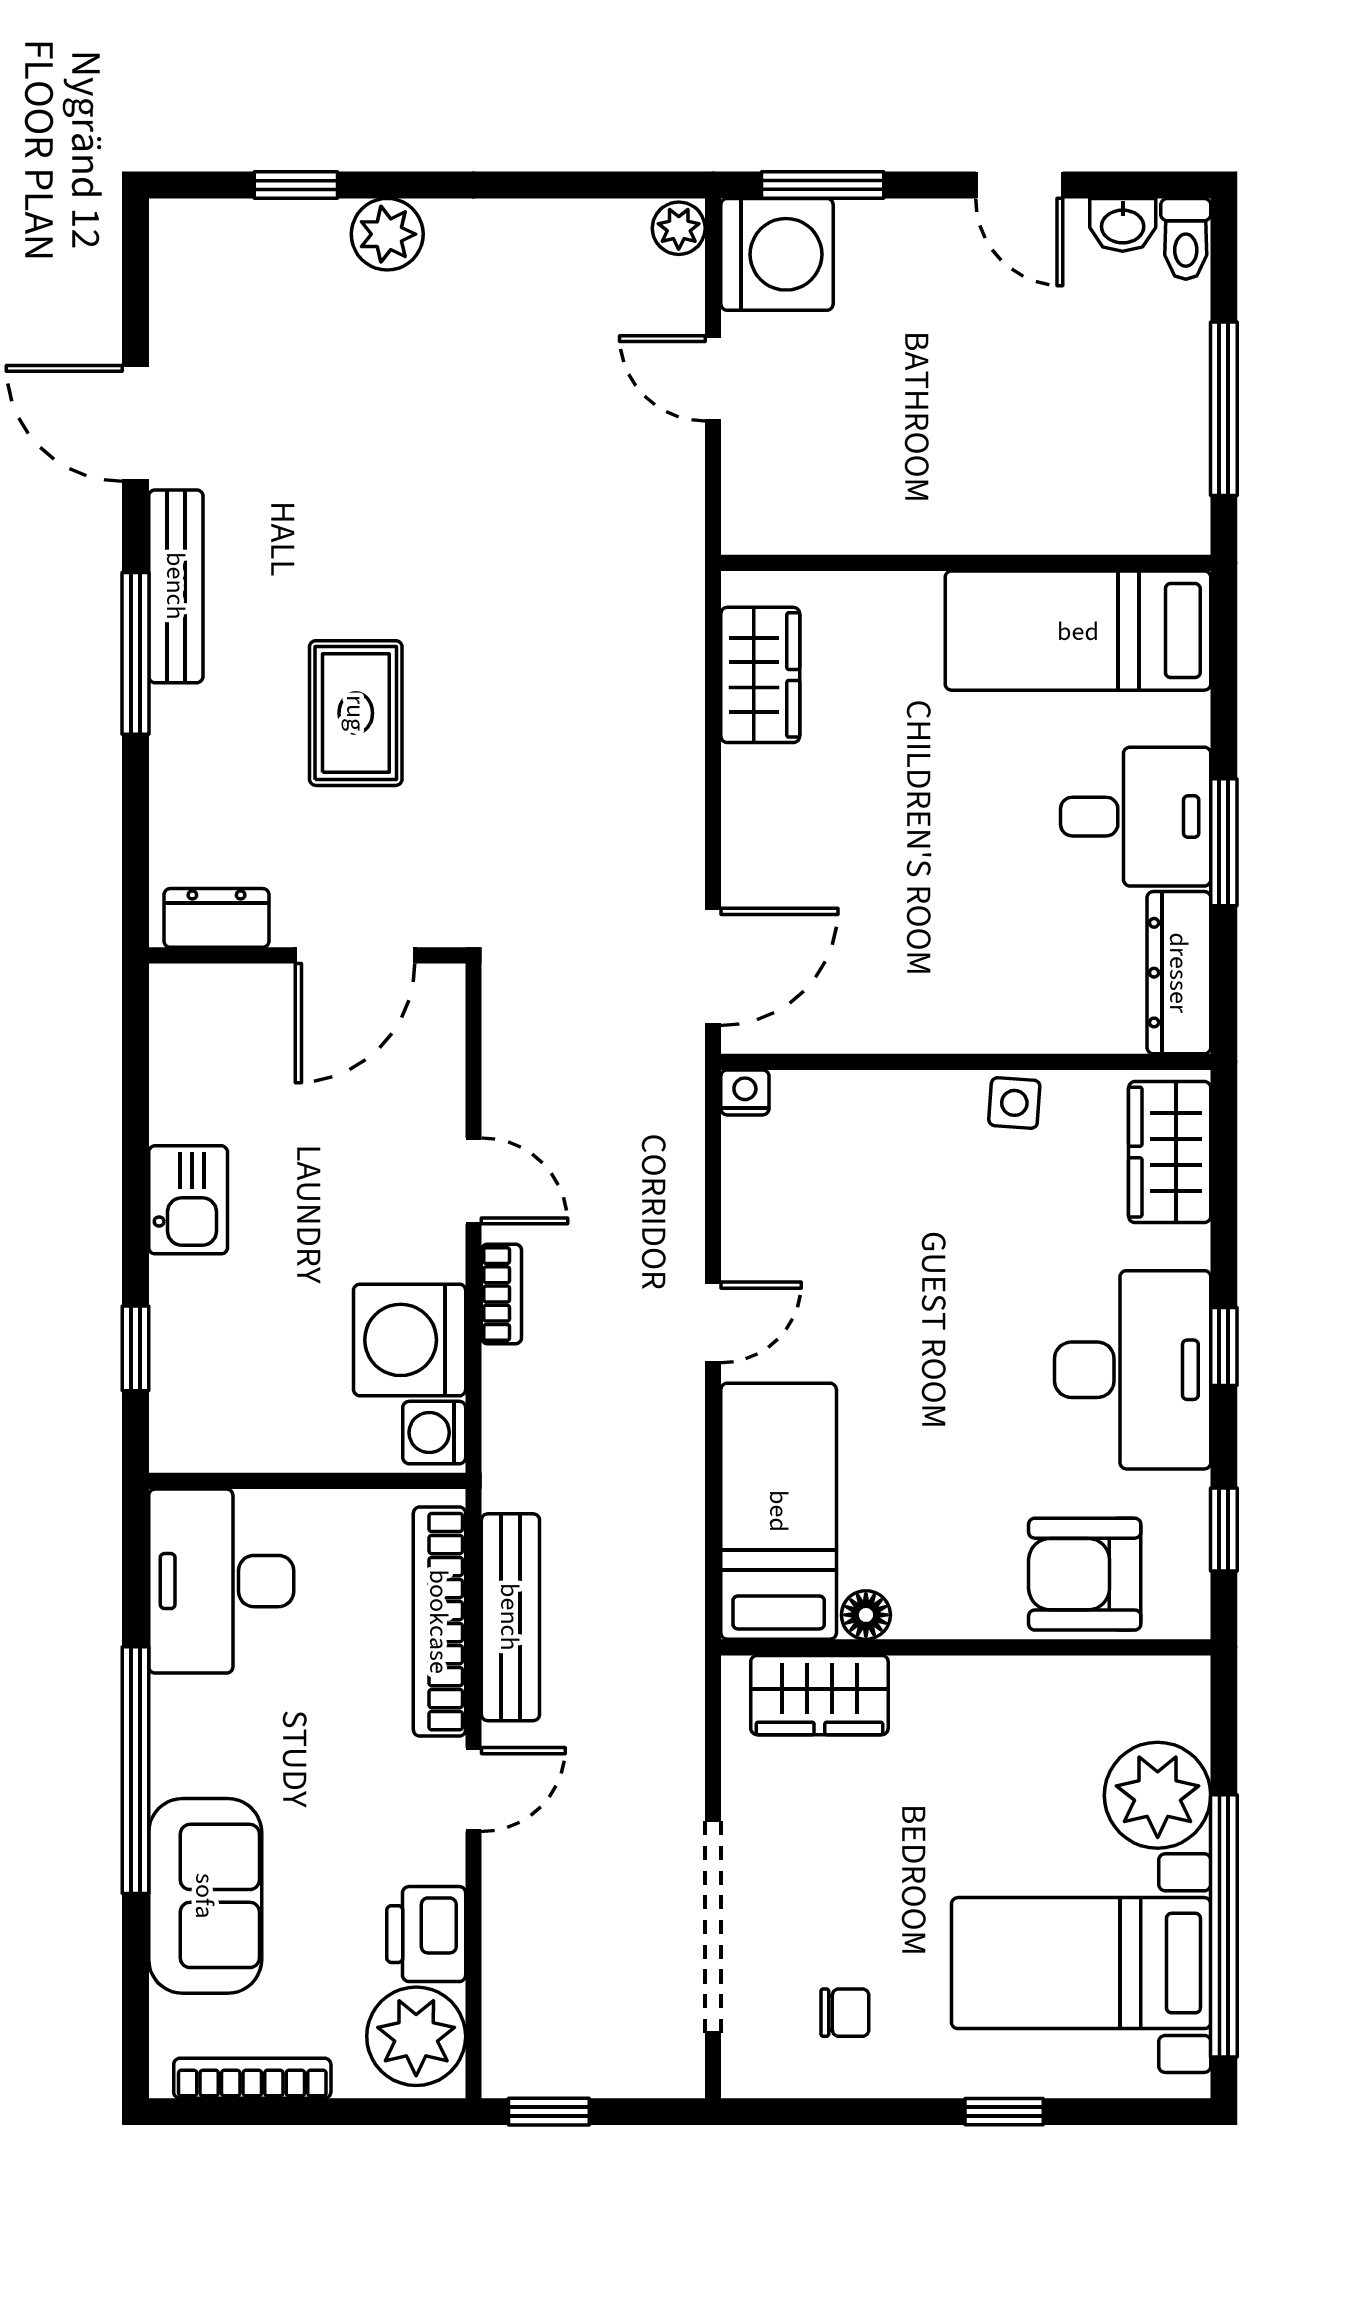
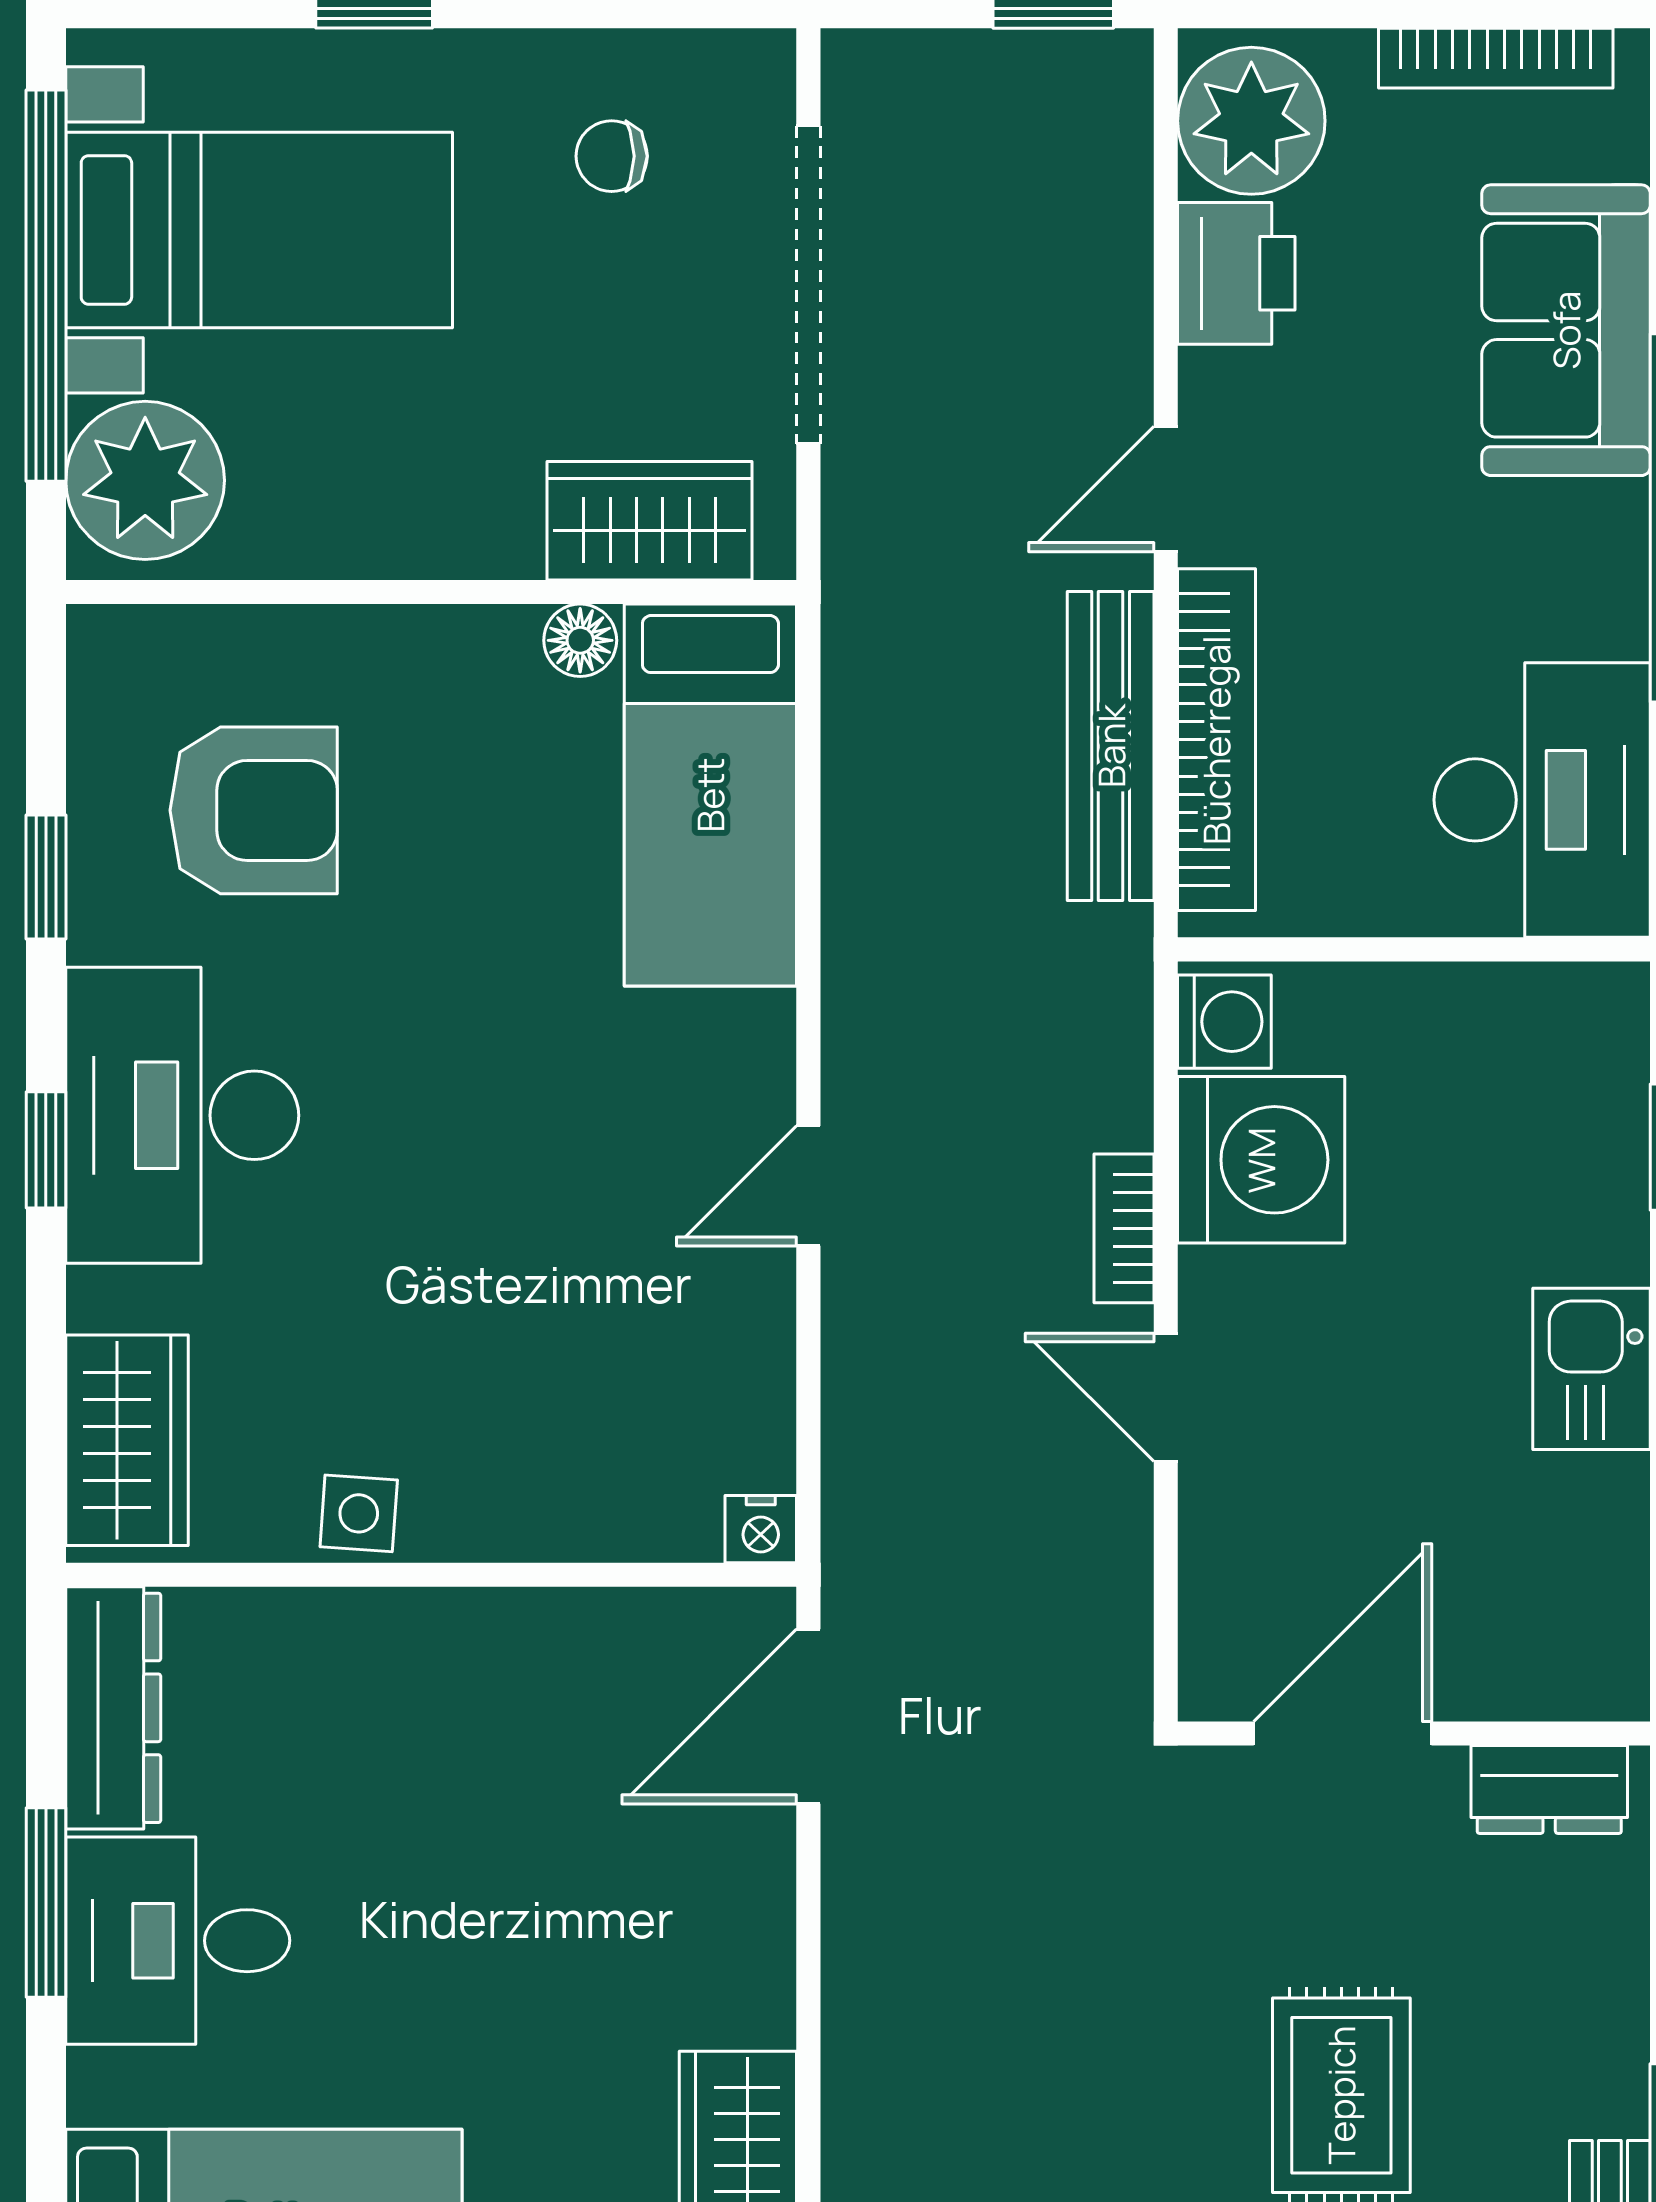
bed: (779, 1511) -> (710, 795), moved
floor lamp: (866, 1615) -> (580, 640), moved
wall: (966, 1647) -> (431, 592), moved
wardrobe: (819, 1695) -> (650, 521), moved

